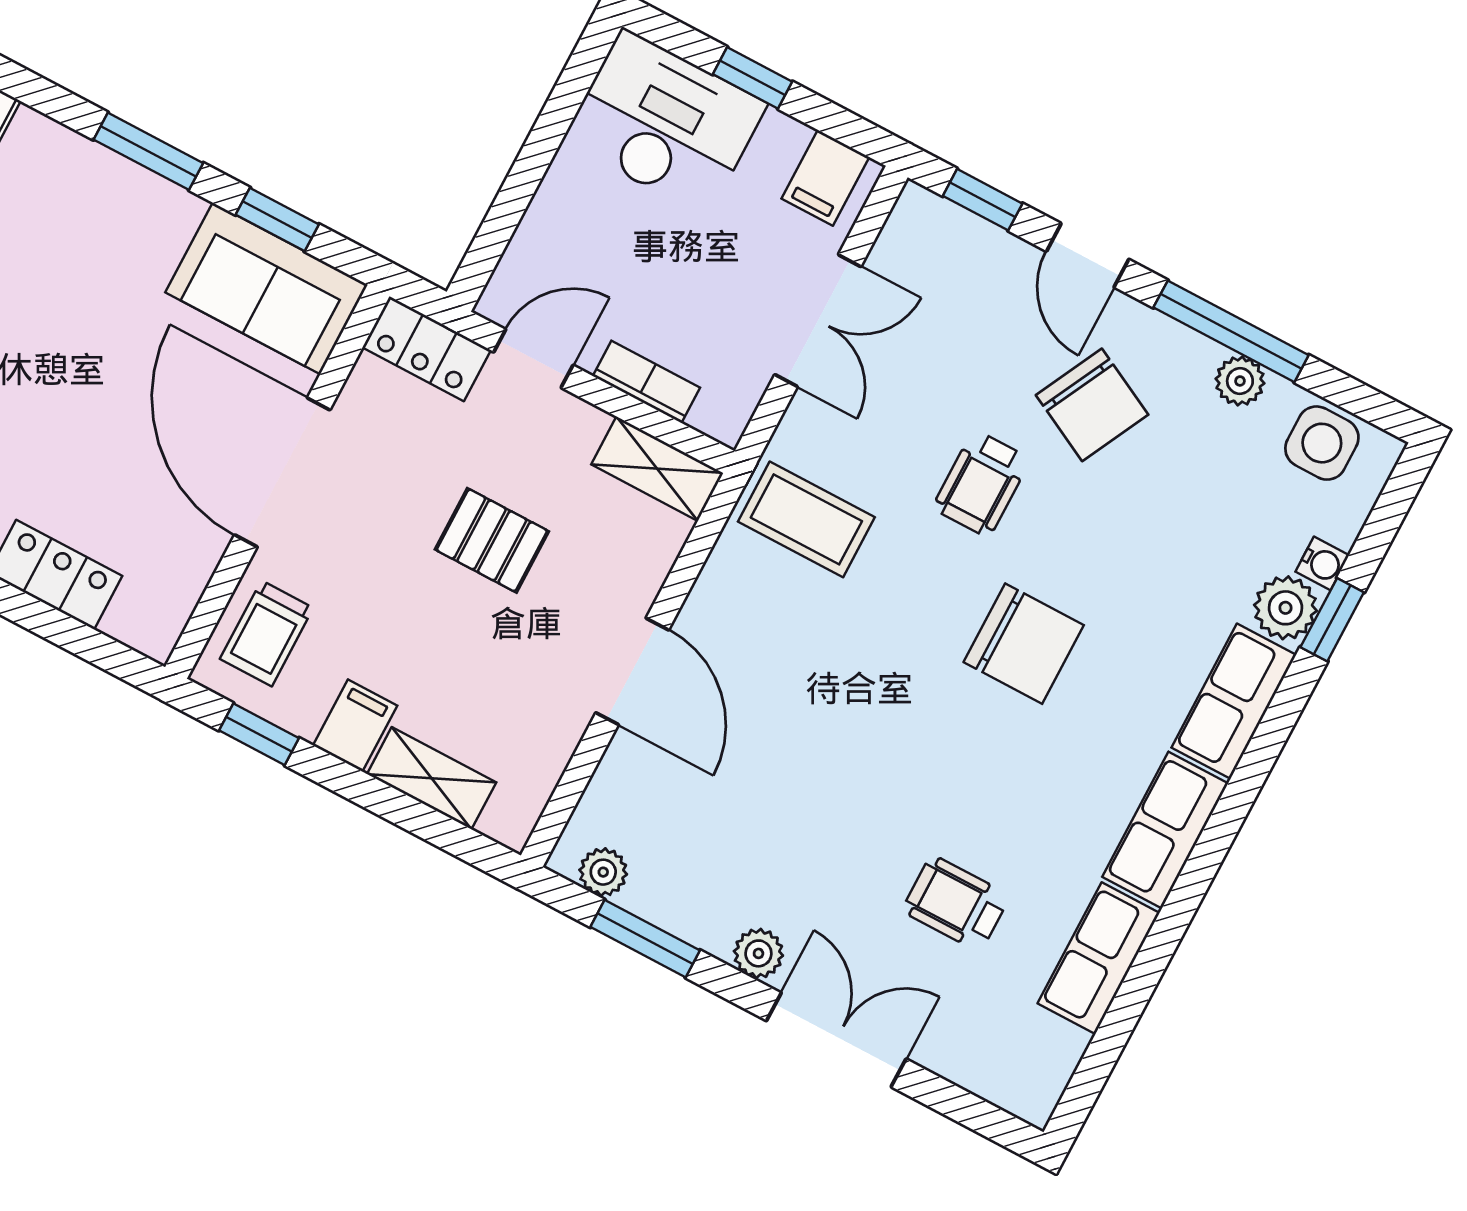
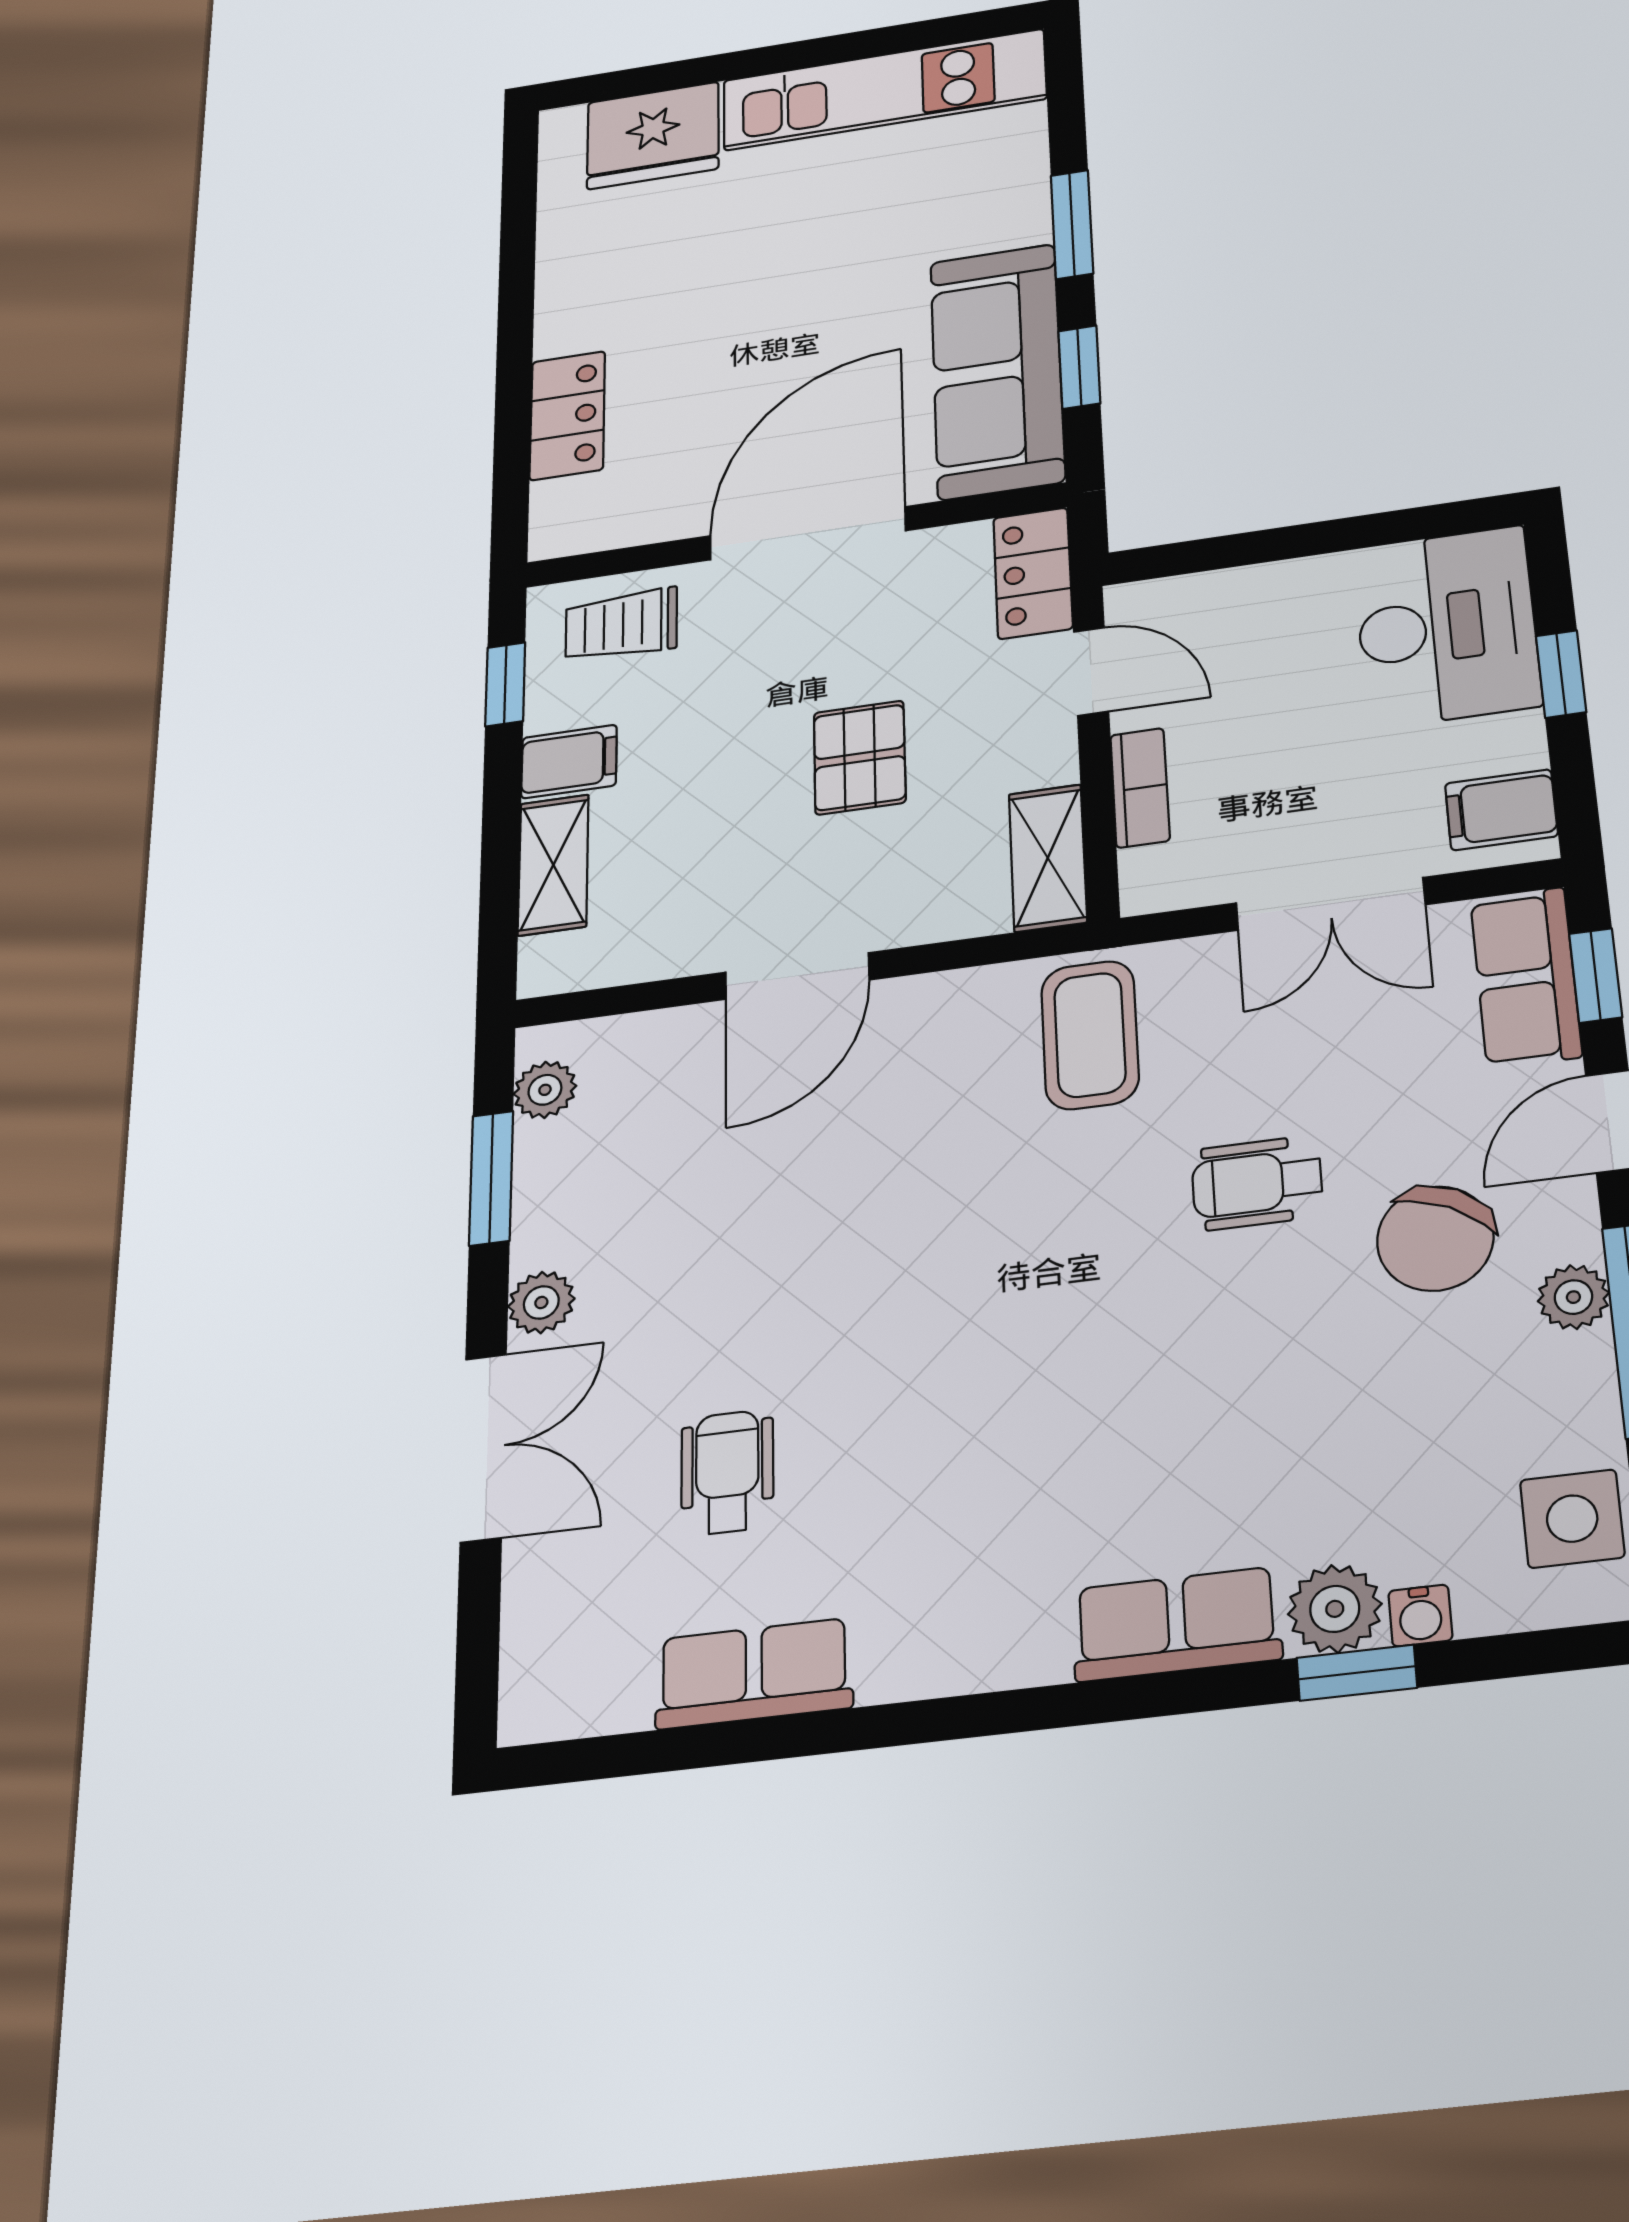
sofa: (266, 288) -> (997, 371), width x1.36
plant: (1240, 381) -> (1573, 1297), moved
chair: (1024, 644) -> (1093, 1347), removed
row of seats: (1165, 830) -> (1526, 977), moved, turned -90

